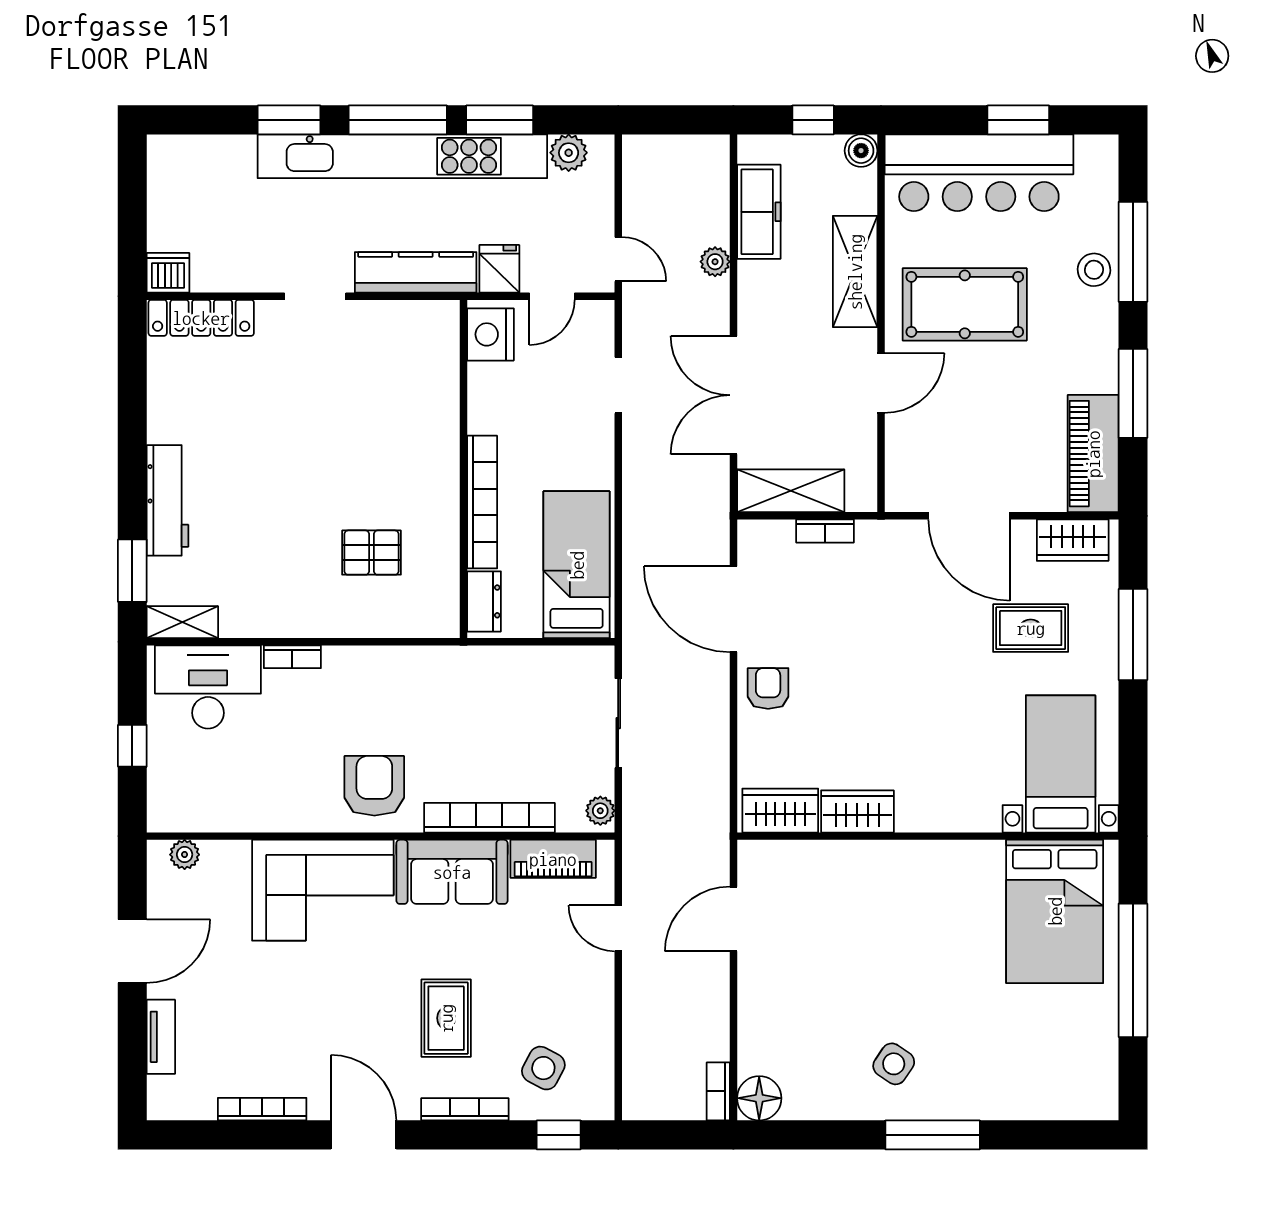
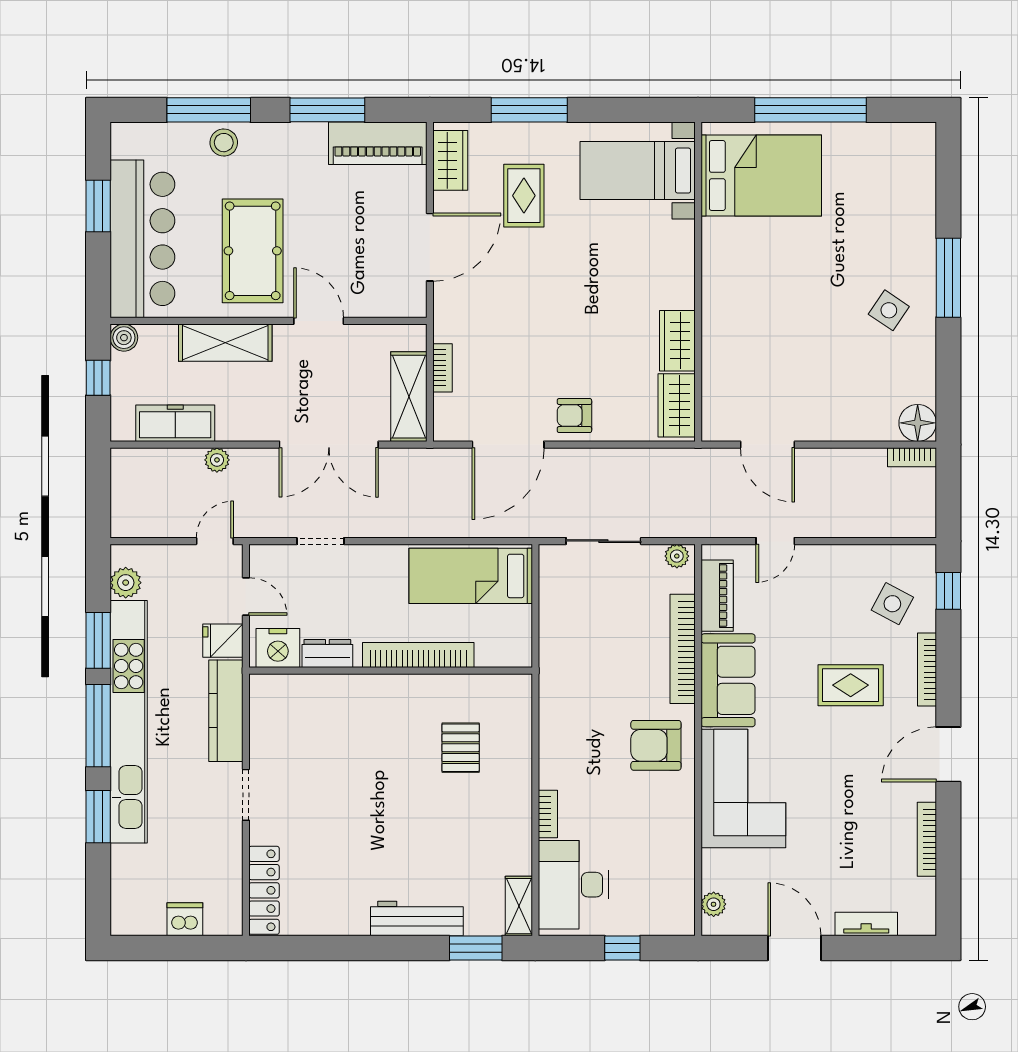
dishwasher: (168, 273) -> (185, 919), moved, turned 90
dresser: (484, 601) -> (327, 653), moved

